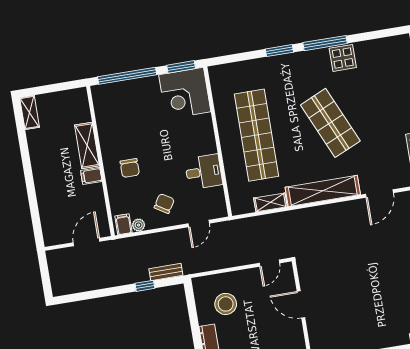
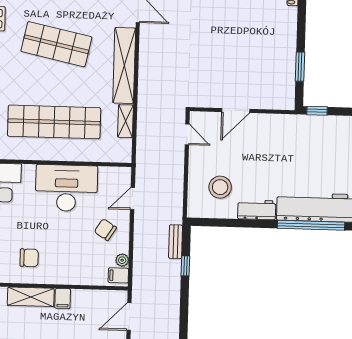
shop shelf: (330, 123) -> (56, 44), turned 36
chair: (130, 168) -> (29, 258), moved
desk: (204, 172) -> (66, 188), width x1.87, depth x1.30
door: (199, 223) -> (133, 199), swing flipped
door: (87, 242) -> (129, 317), hinge flipped

